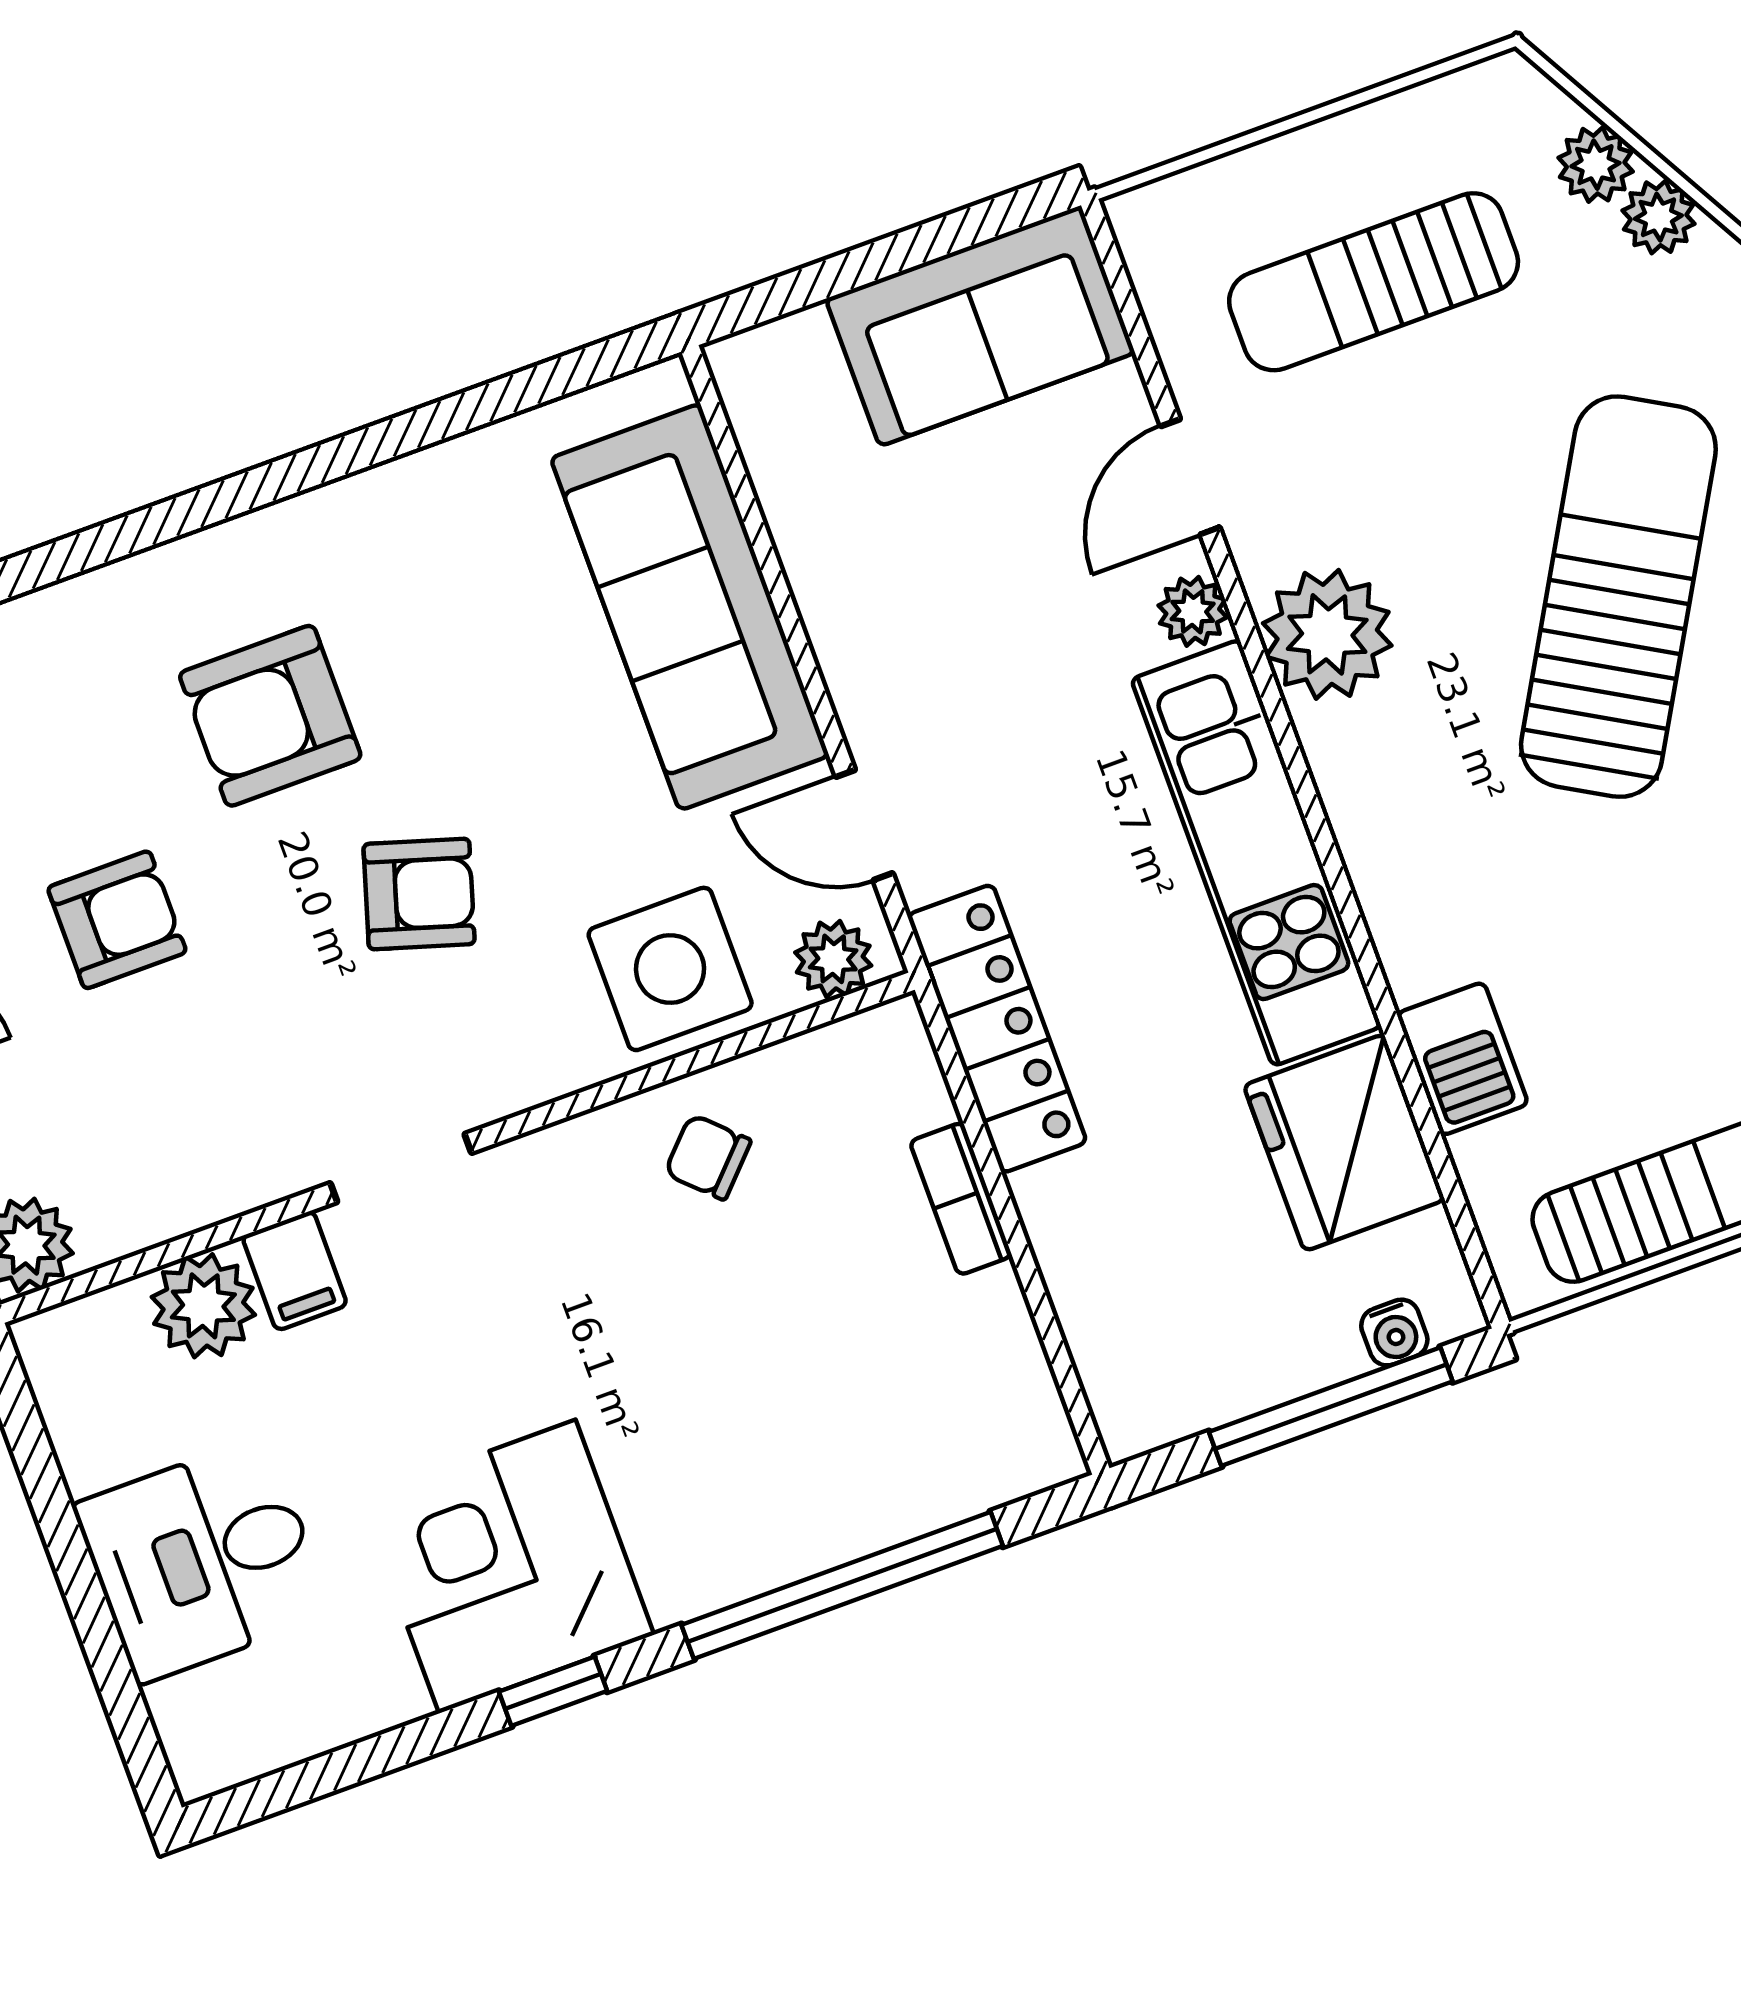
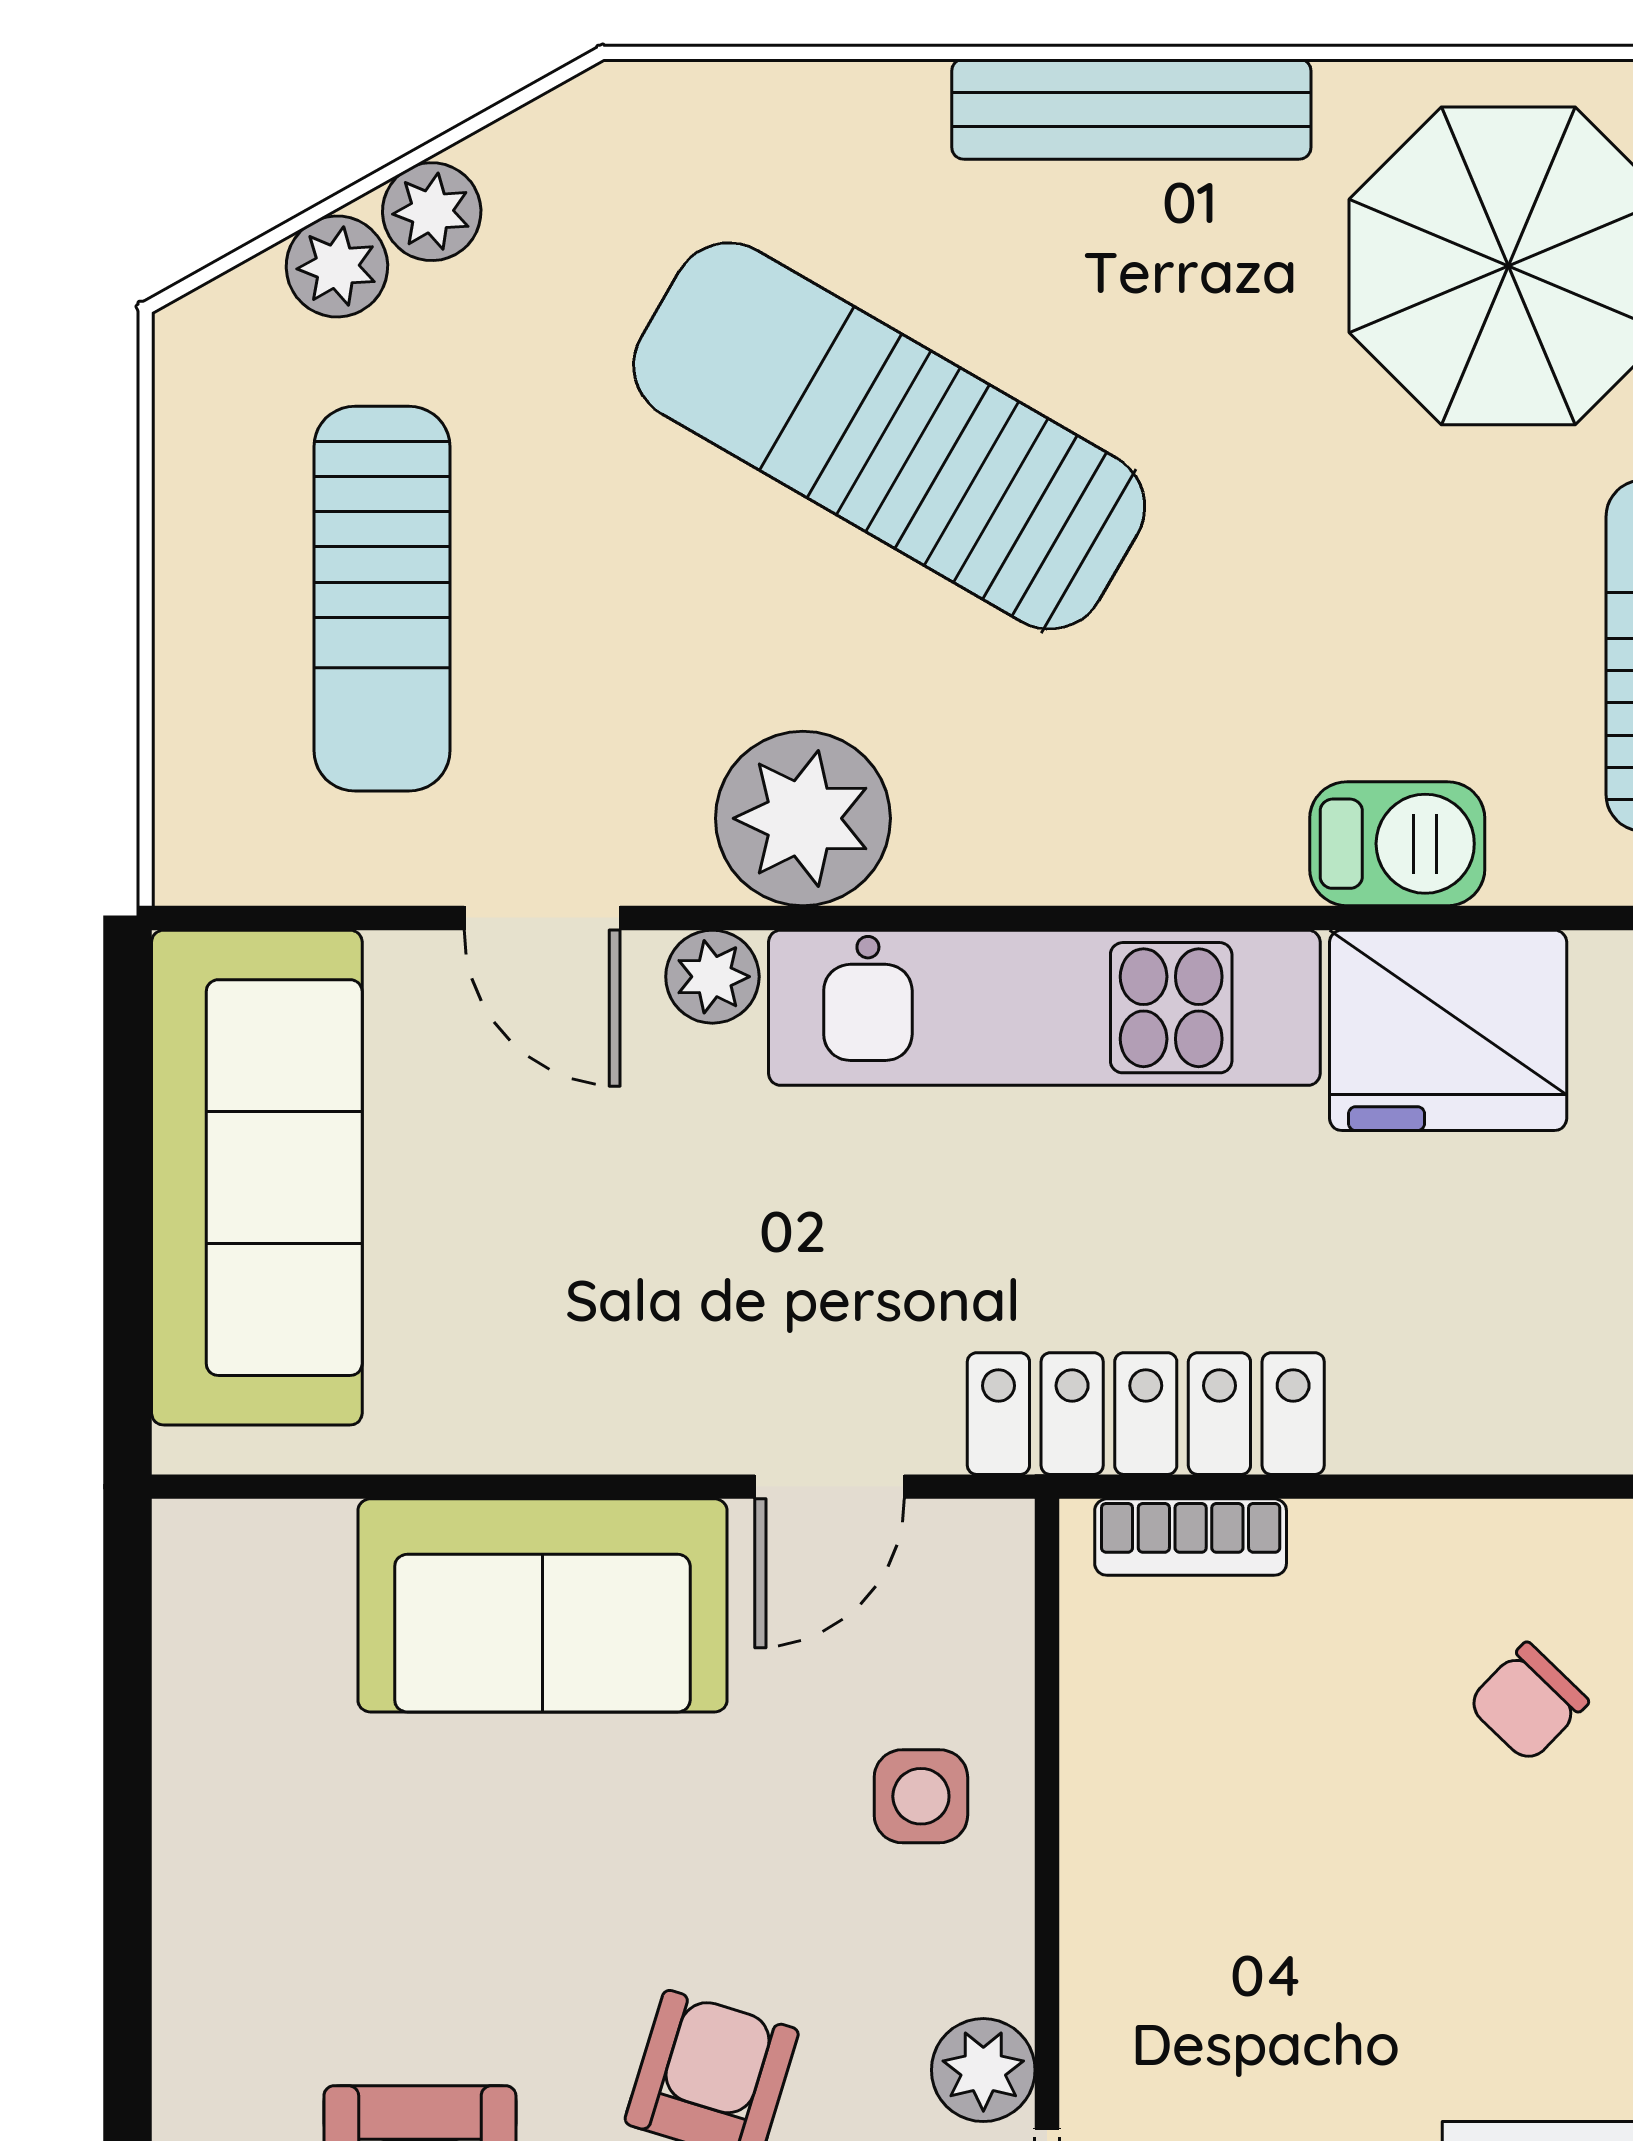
sofa: (980, 326) -> (257, 1178), width x1.36
sofa: (690, 607) -> (542, 1605), width x0.73
plant: (833, 959) -> (983, 2070), moved
side table: (670, 969) -> (921, 1796), width x0.54, depth x0.54
chair: (708, 1157) -> (1528, 1703), moved
bookcase: (961, 1199) -> (1191, 1537), moved

